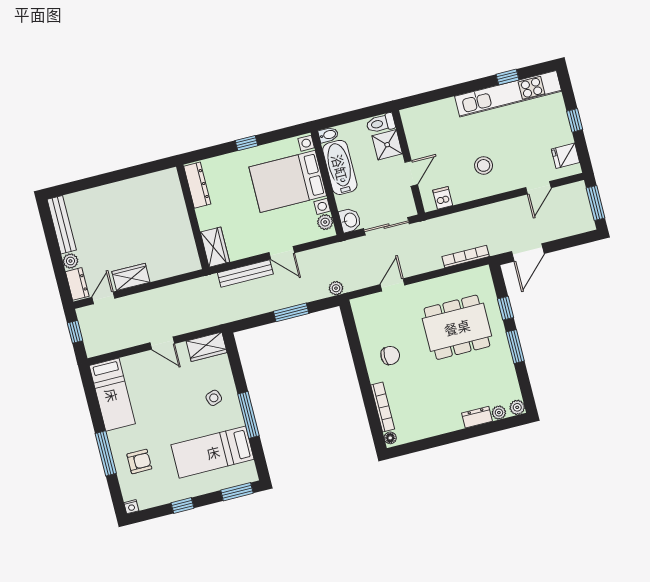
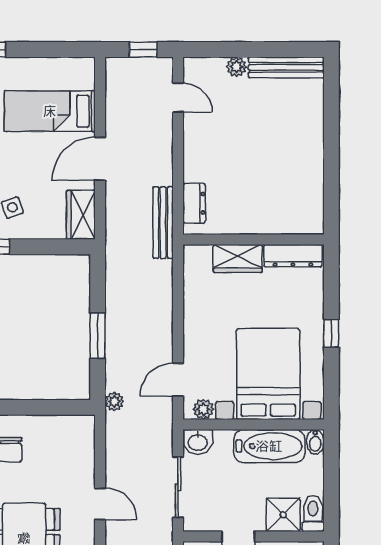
wardrobe: (215, 247) -> (238, 258), moved
door: (282, 253) -> (178, 380), moved
bench: (245, 273) -> (163, 223), moved
wardrobe: (131, 277) -> (196, 140), removed
dresser: (77, 284) -> (194, 203), moved, turned -90
door: (392, 285) -> (100, 504), moved
door: (162, 343) -> (100, 159), width x1.38
bed: (112, 395) -> (50, 111), moved

